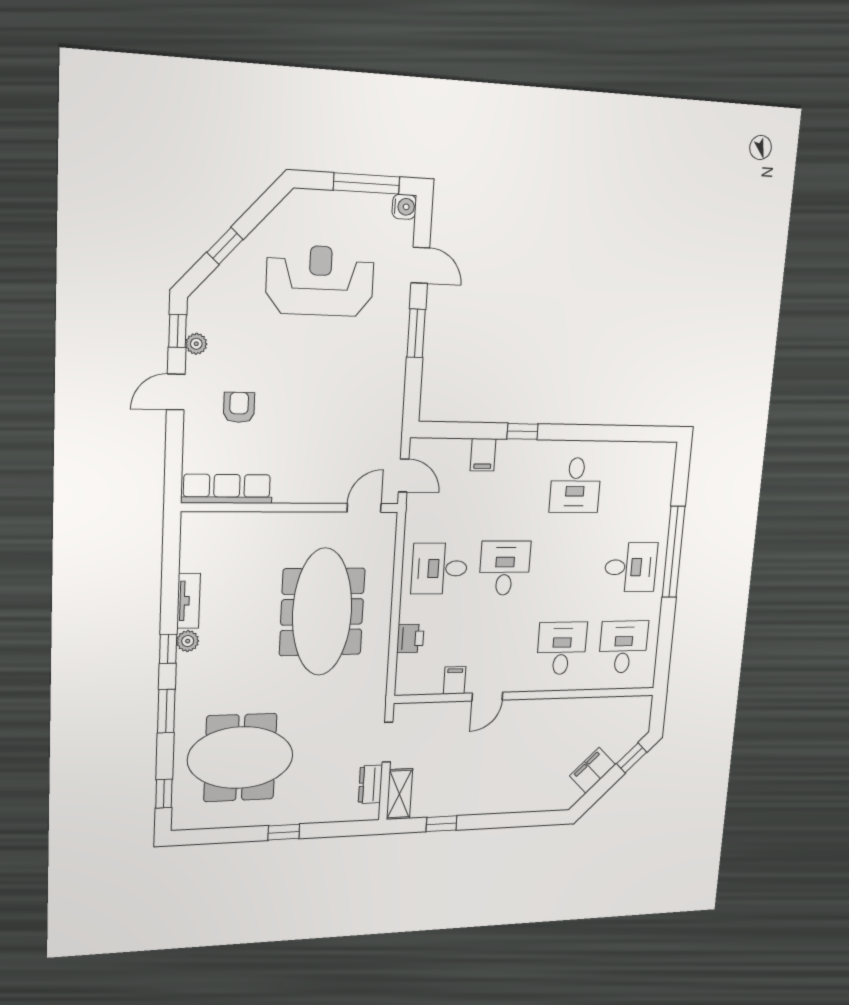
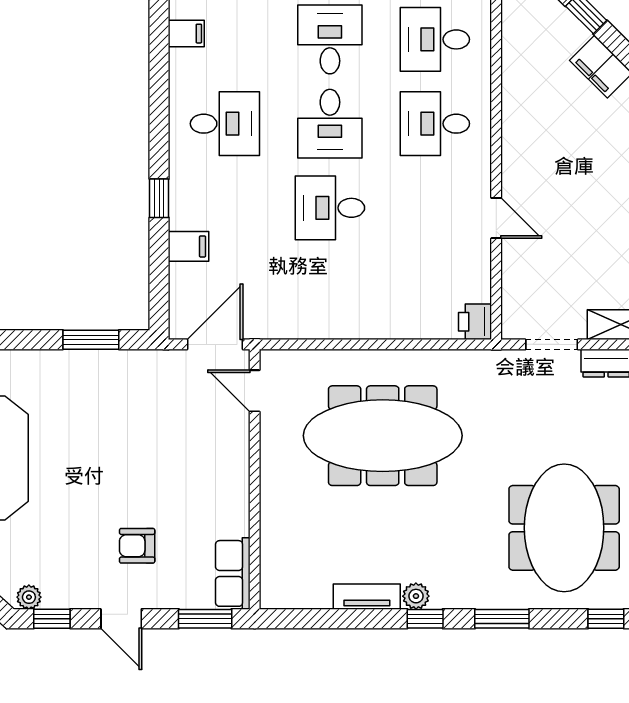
window: (416, 333) -> (91, 340), moved
plant: (196, 344) -> (29, 597), moved
window: (174, 465) -> (205, 619), added
door: (404, 475) -> (215, 344), width x1.38
row of seats: (227, 489) -> (233, 573), width x0.68
desk: (439, 569) -> (330, 124), moved
printer: (410, 638) -> (475, 322), moved, turned -90
filing cabinet: (455, 680) -> (186, 34), moved, turned 180

